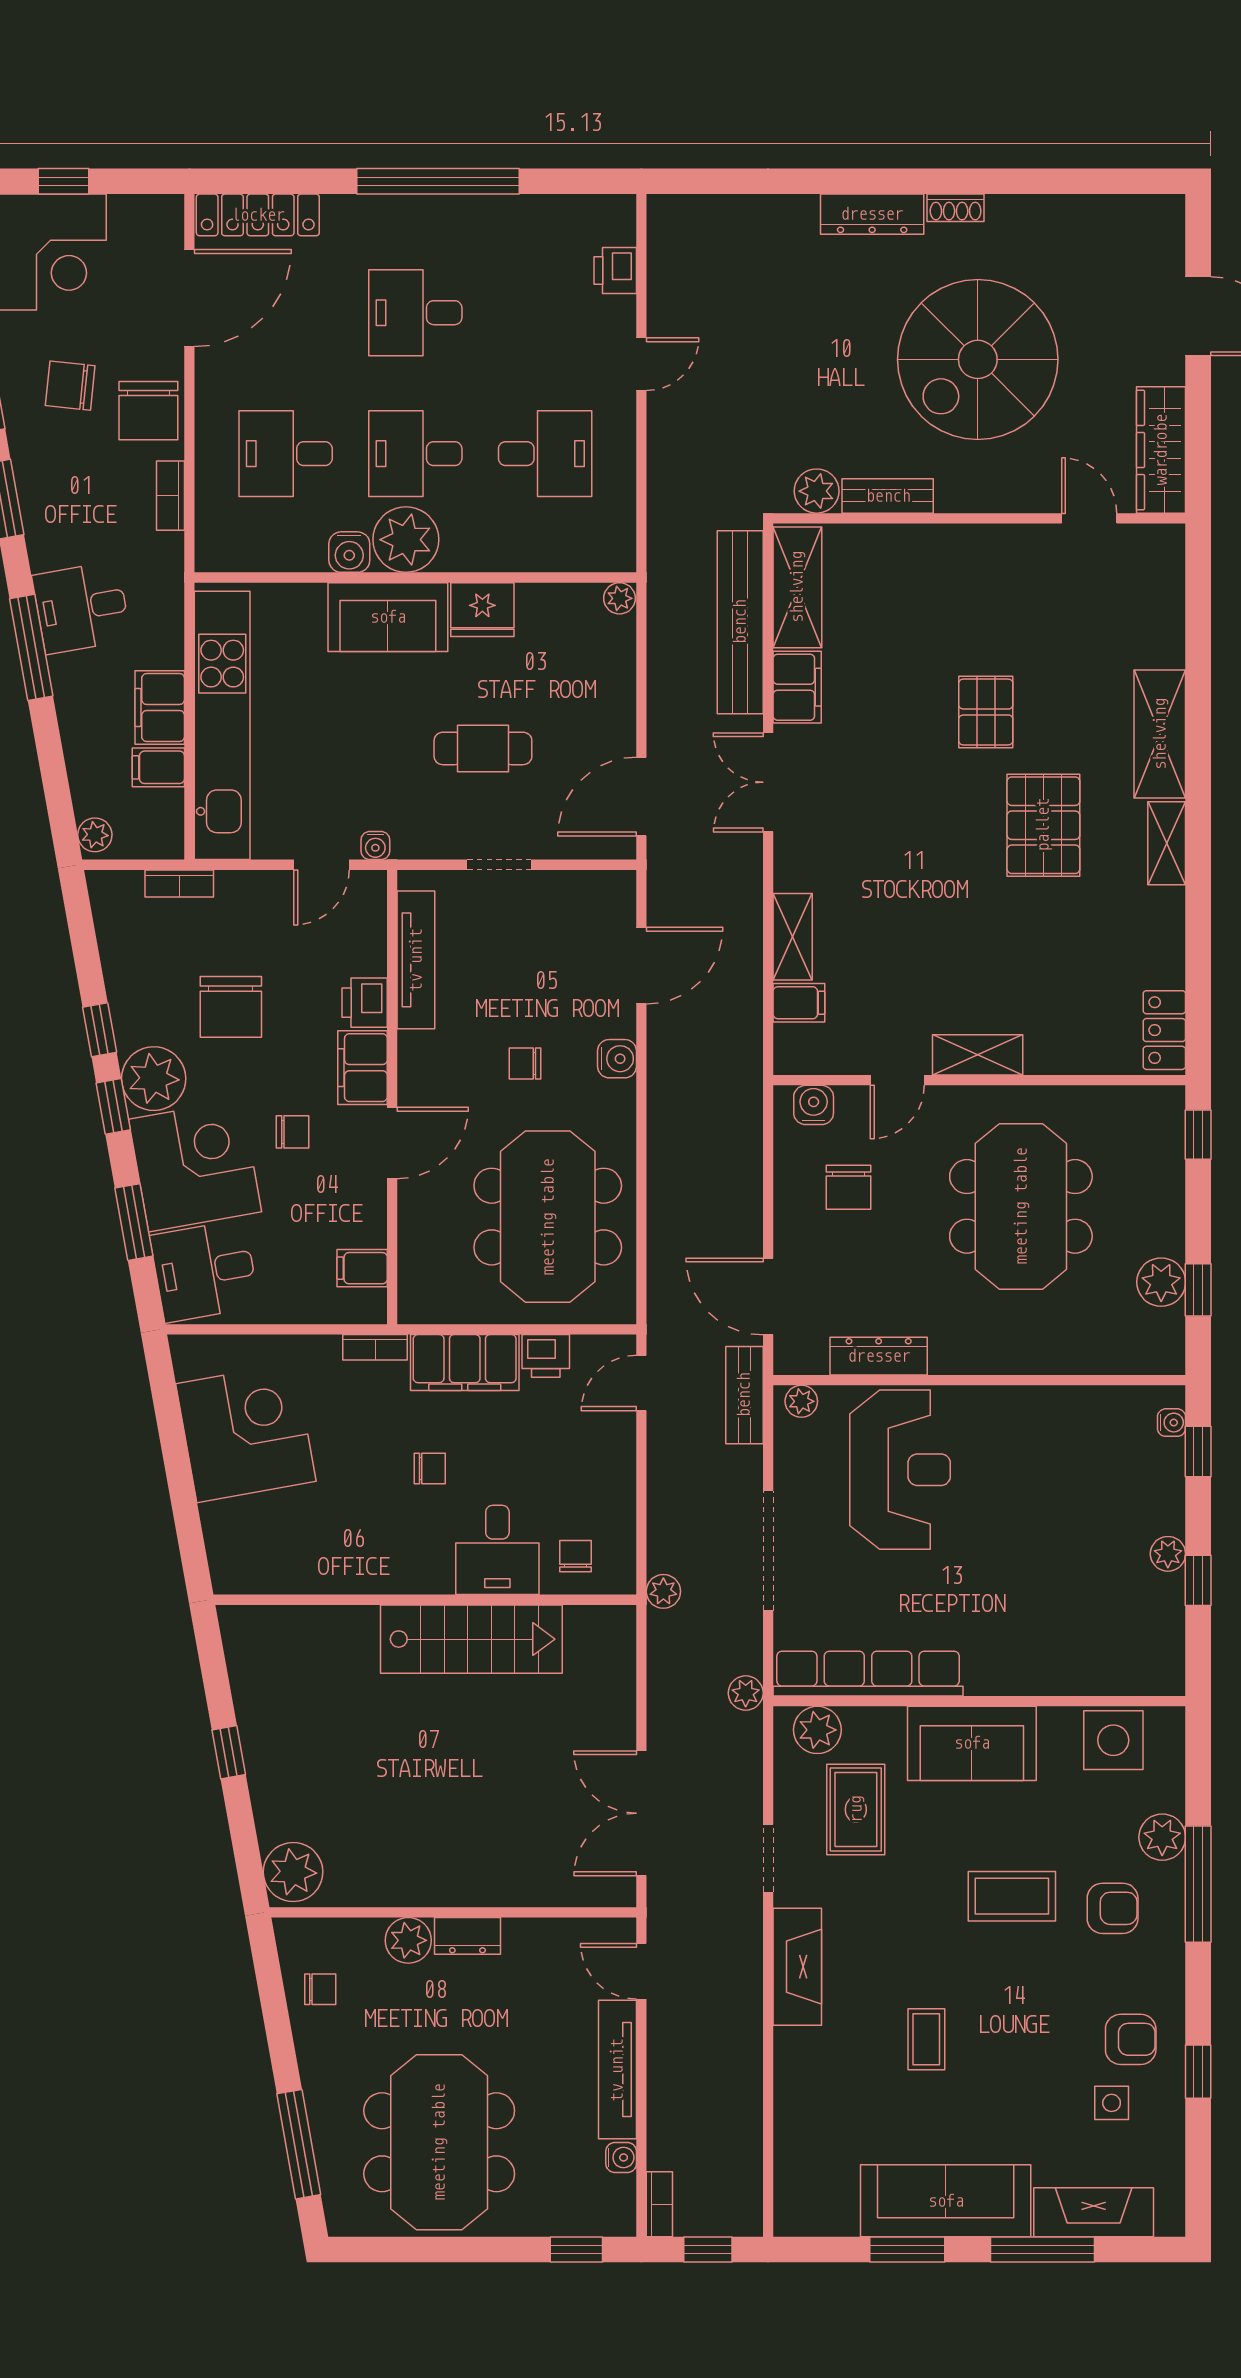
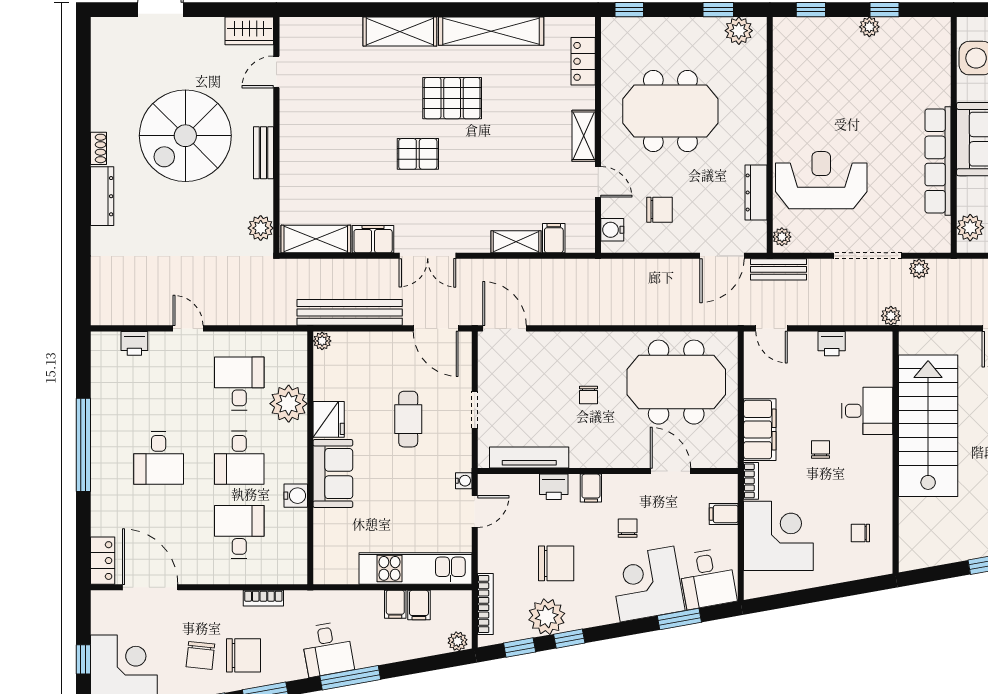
locker: (258, 215) -> (103, 561), width x0.66
spiral stairs: (978, 359) -> (185, 136), turned 90
chair: (148, 411) -> (244, 655), moved
wardrobe: (1161, 450) -> (249, 31), width x0.67
desk: (286, 454) -> (239, 532), turned 180
bench: (888, 496) -> (263, 153), moved
plant: (406, 540) -> (289, 404), moved
bench: (740, 622) -> (350, 312), moved
filing cabinet: (160, 708) -> (395, 604), width x0.50
pallet: (986, 712) -> (418, 154), moved
kitchen unit: (222, 725) -> (415, 568), width x0.73
shelving: (1167, 843) -> (491, 31), width x2.20, depth x1.33
door: (322, 865) -> (475, 512), hinge flipped
bookcase: (179, 883) -> (485, 604), width x1.56
door: (641, 966) -> (505, 328), moved
locker: (1164, 1030) -> (583, 61), moved, turned 90
water cooler: (617, 1059) -> (586, 342), removed
filing cabinet: (362, 1068) -> (591, 488), width x0.50
plant: (154, 1079) -> (547, 617), moved
window: (113, 1106) -> (520, 648), moved
door: (392, 1143) -> (670, 471), moved
filing cabinet: (362, 1268) -> (724, 514), moved, turned 90
plant: (1161, 1282) -> (739, 31), moved
printer: (546, 1356) -> (832, 344), moved, turned 90
water cooler: (1172, 1423) -> (794, 25), removed
corner desk: (246, 1433) -> (778, 536), moved, turned 100
chair: (575, 1556) -> (860, 533), moved
stairs: (471, 1639) -> (928, 426), width x1.36, depth x1.51
row of seats: (868, 1674) -> (938, 161), moved
plant: (746, 1693) -> (919, 269), moved

